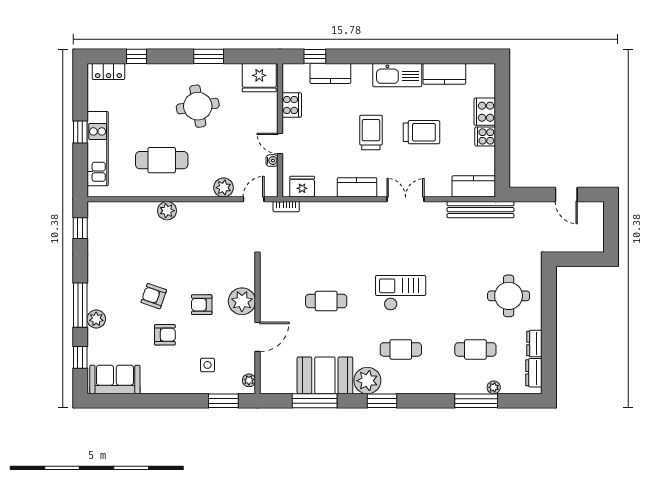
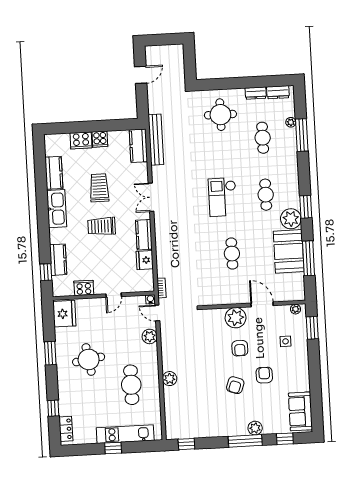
water cooler: (272, 161) -> (150, 299), moved
fridge: (302, 187) -> (145, 260), moved

